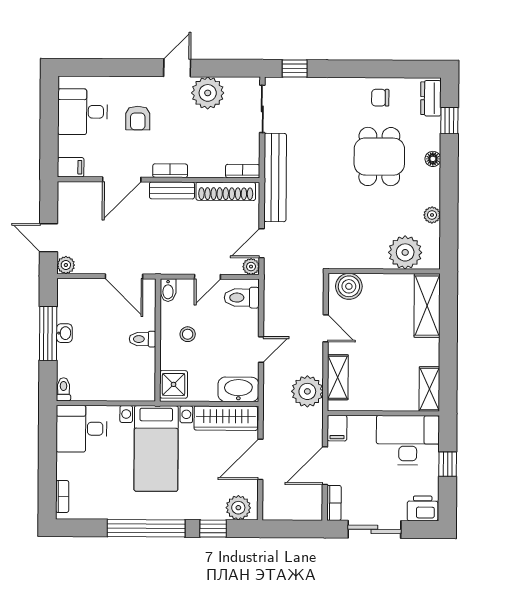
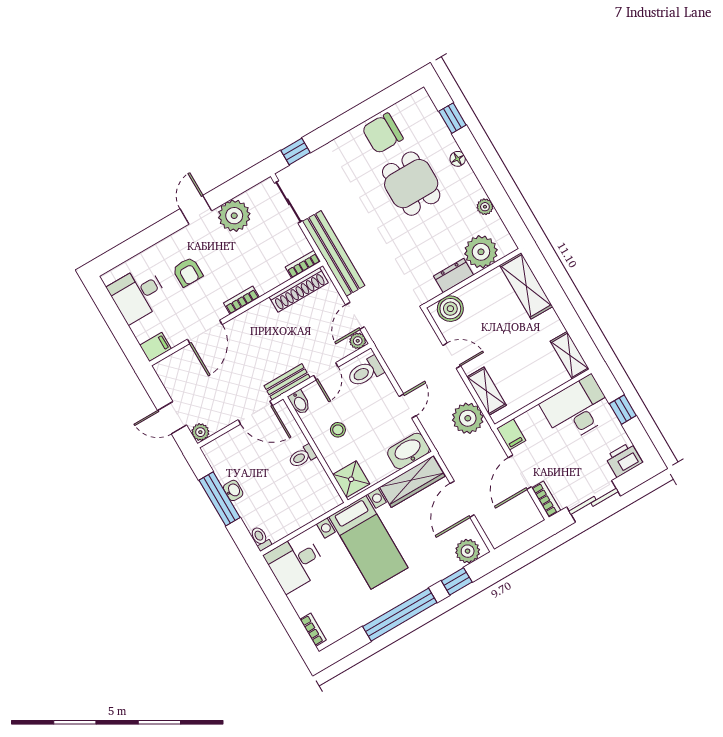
chair: (380, 98) -> (383, 133), width x1.87, depth x1.87
dresser: (431, 98) -> (453, 276), moved, turned 90
bench: (172, 190) -> (287, 382), moved

